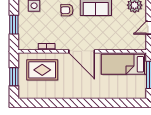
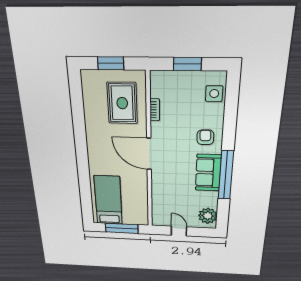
door: (82, 51) -> (149, 154), hinge flipped
bed: (124, 64) -> (108, 200), moved

